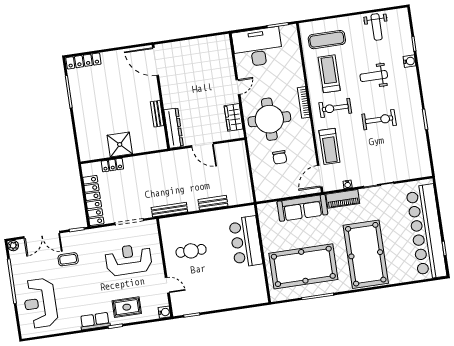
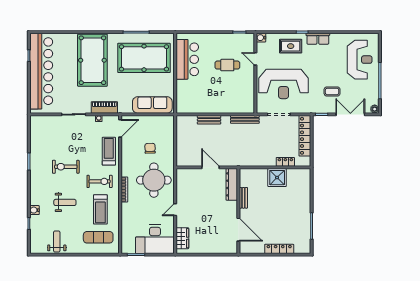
locker: (83, 61) -> (279, 249), moved
door: (155, 61) -> (238, 230), moved
wardrobe: (234, 117) -> (182, 238), moved
sofa: (302, 208) -> (152, 105), moved
bar counter: (246, 242) -> (187, 59), moved
cafe table: (191, 251) -> (227, 65), moved
reception desk: (129, 260) -> (284, 84), width x1.36, depth x1.30

